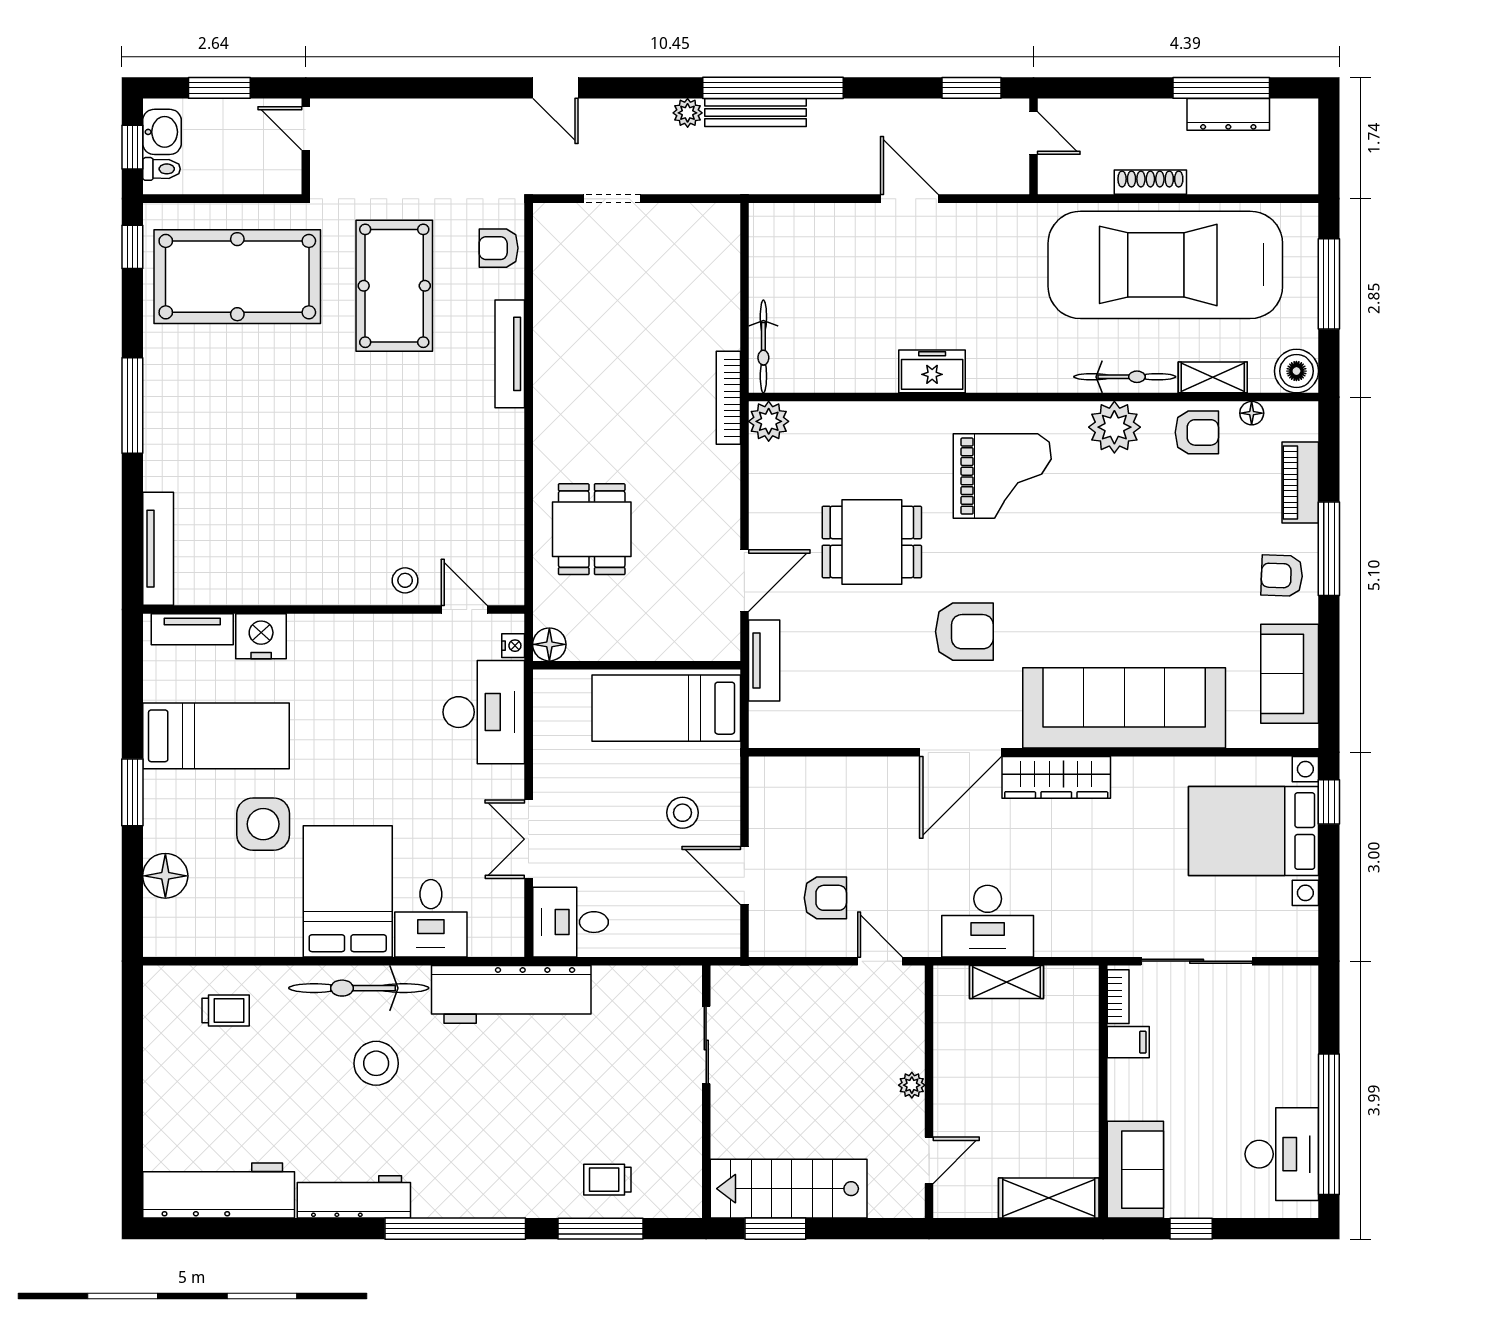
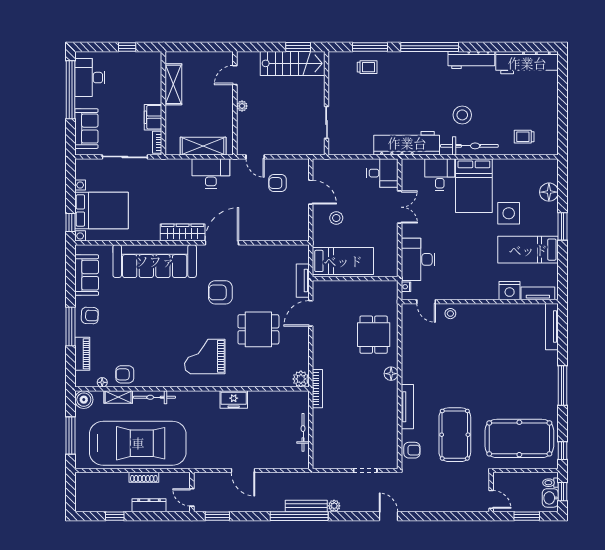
window: (1221, 88) -> (115, 516), width x0.46
dresser: (1228, 114) -> (149, 505), moved
bicycle: (763, 346) -> (303, 432), moved
plant: (1114, 427) -> (159, 377), removed
floor lamp: (549, 644) -> (391, 374), moved
shelving: (1007, 982) -> (203, 146), width x1.50, depth x1.33
filing cabinet: (1128, 1042) -> (153, 117), width x2.00
sofa: (1135, 1170) -> (86, 129), moved, turned 180
shelving: (1049, 1198) -> (173, 84), moved, turned 90

